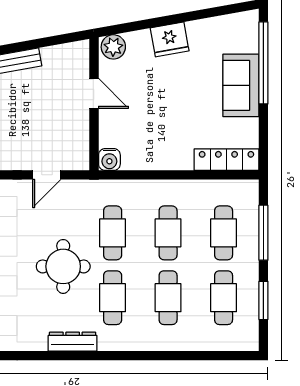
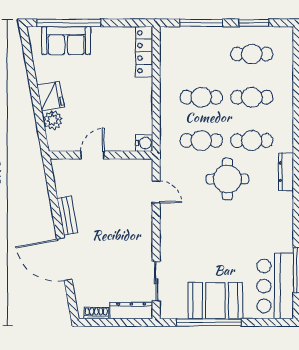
plant: (113, 47) -> (53, 120), moved
sofa: (241, 85) -> (66, 41), moved
cafe table: (224, 233) -> (201, 54), removed

